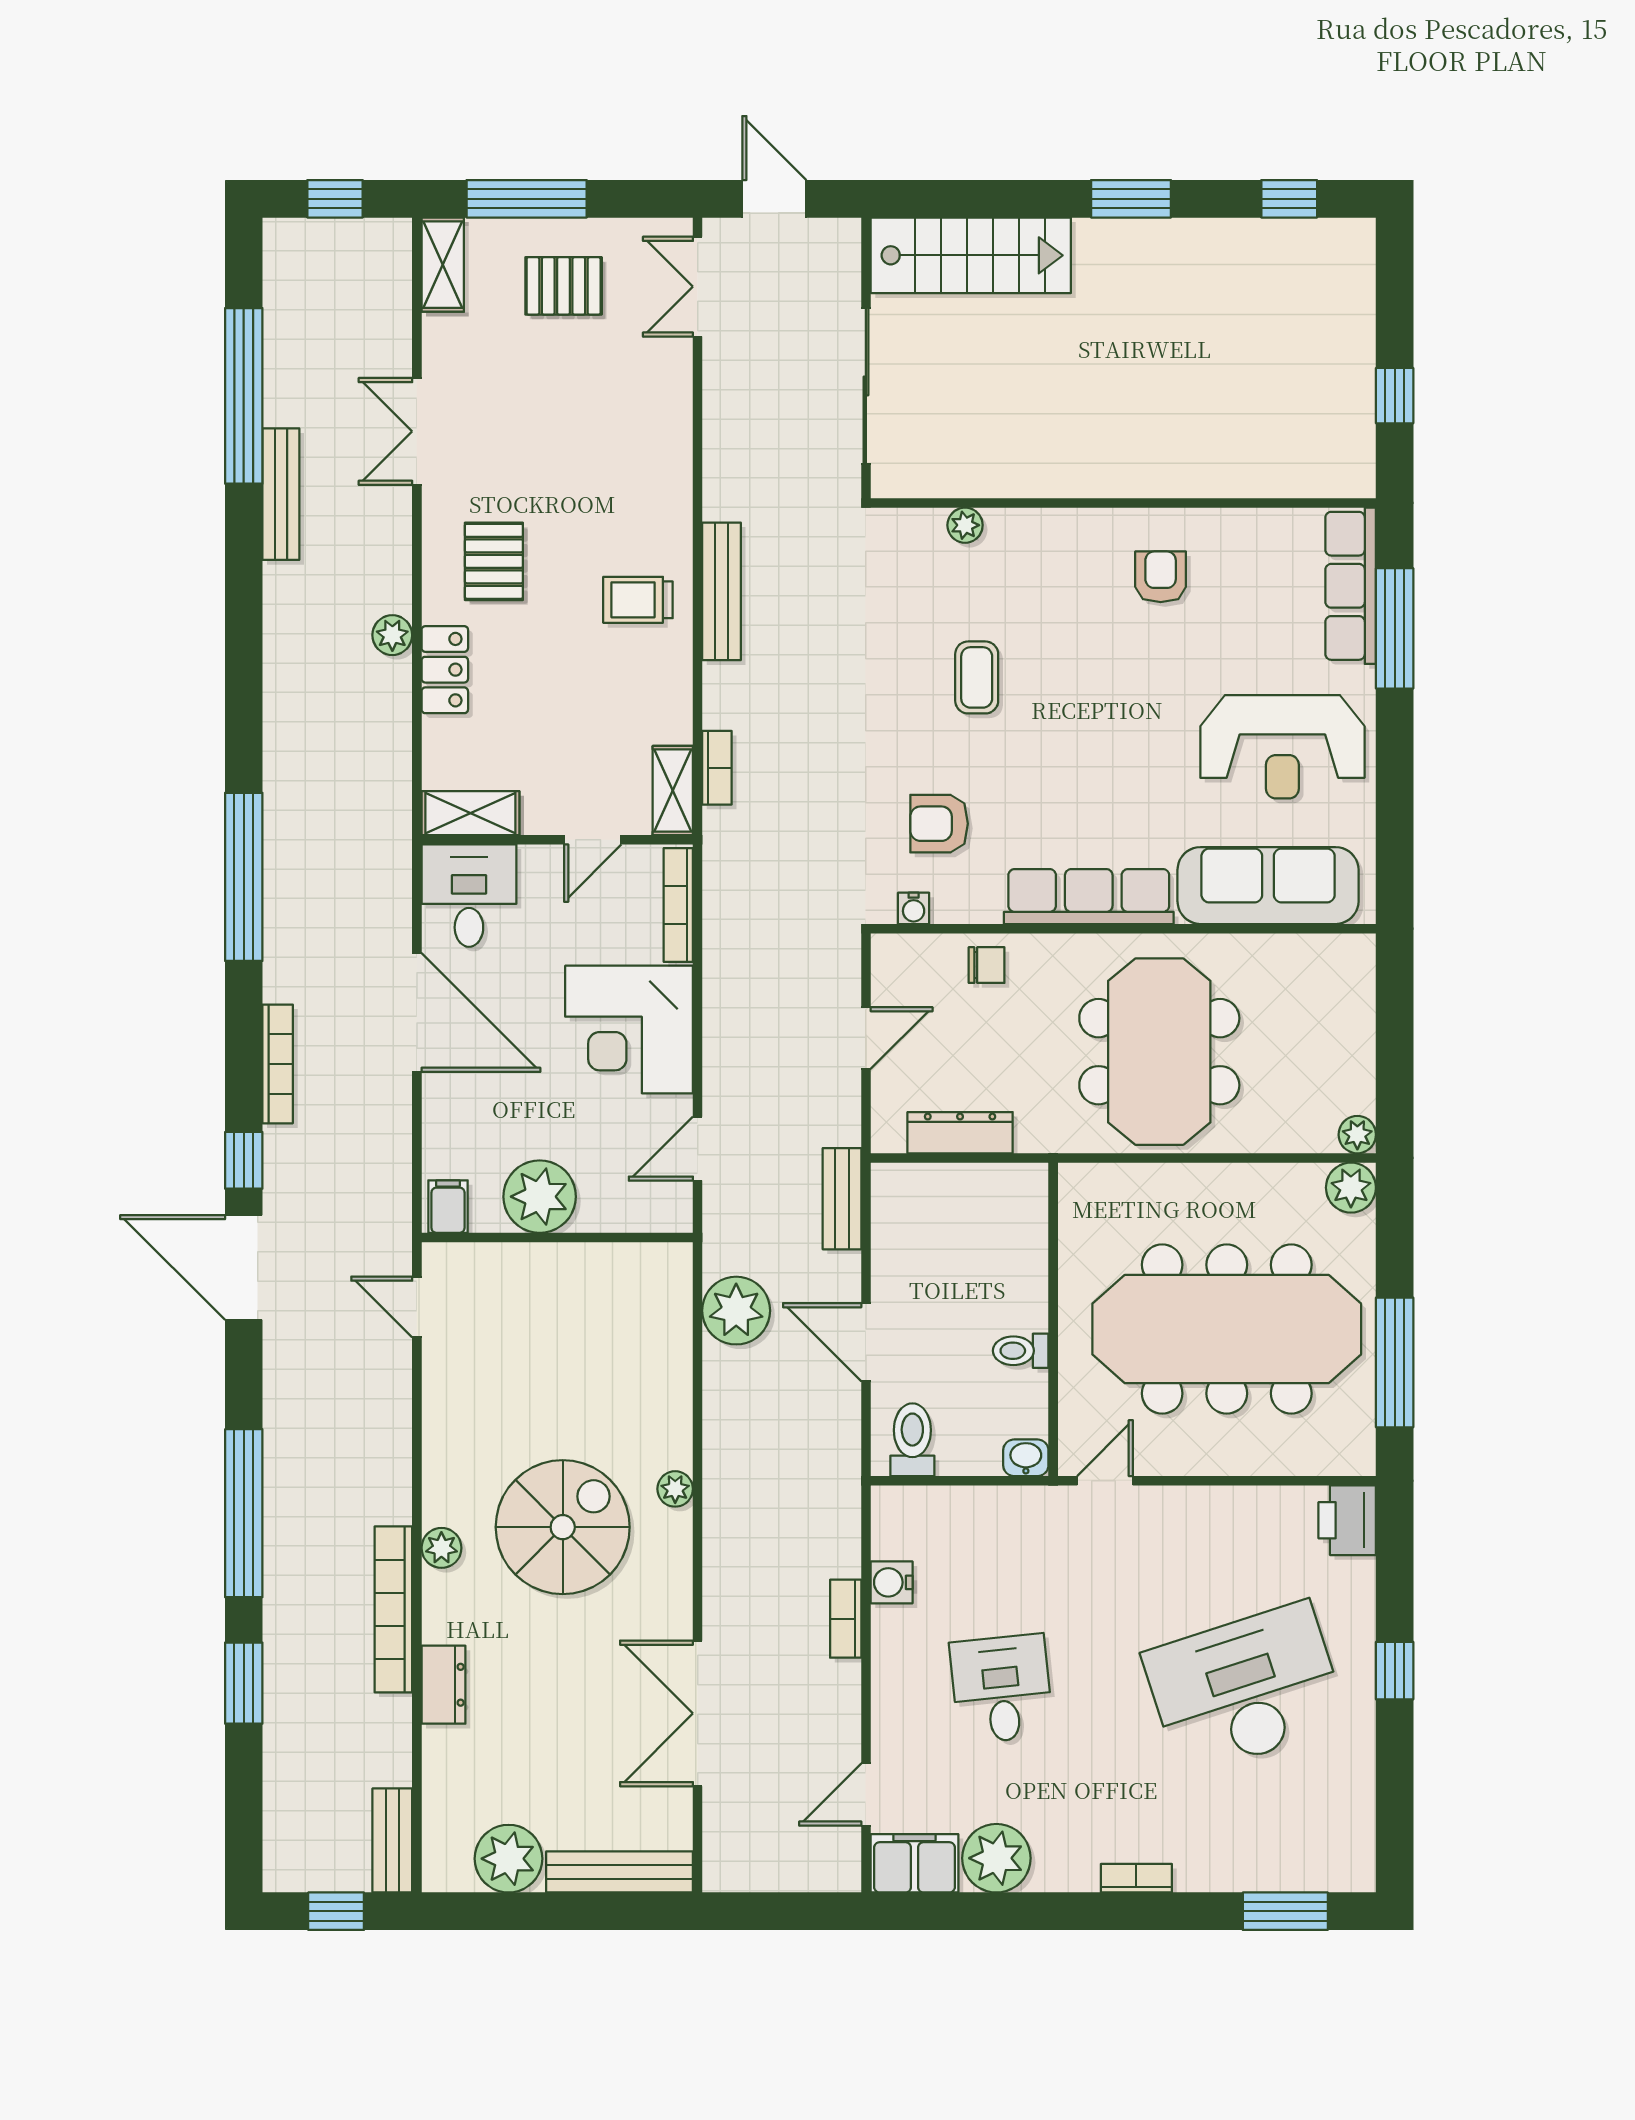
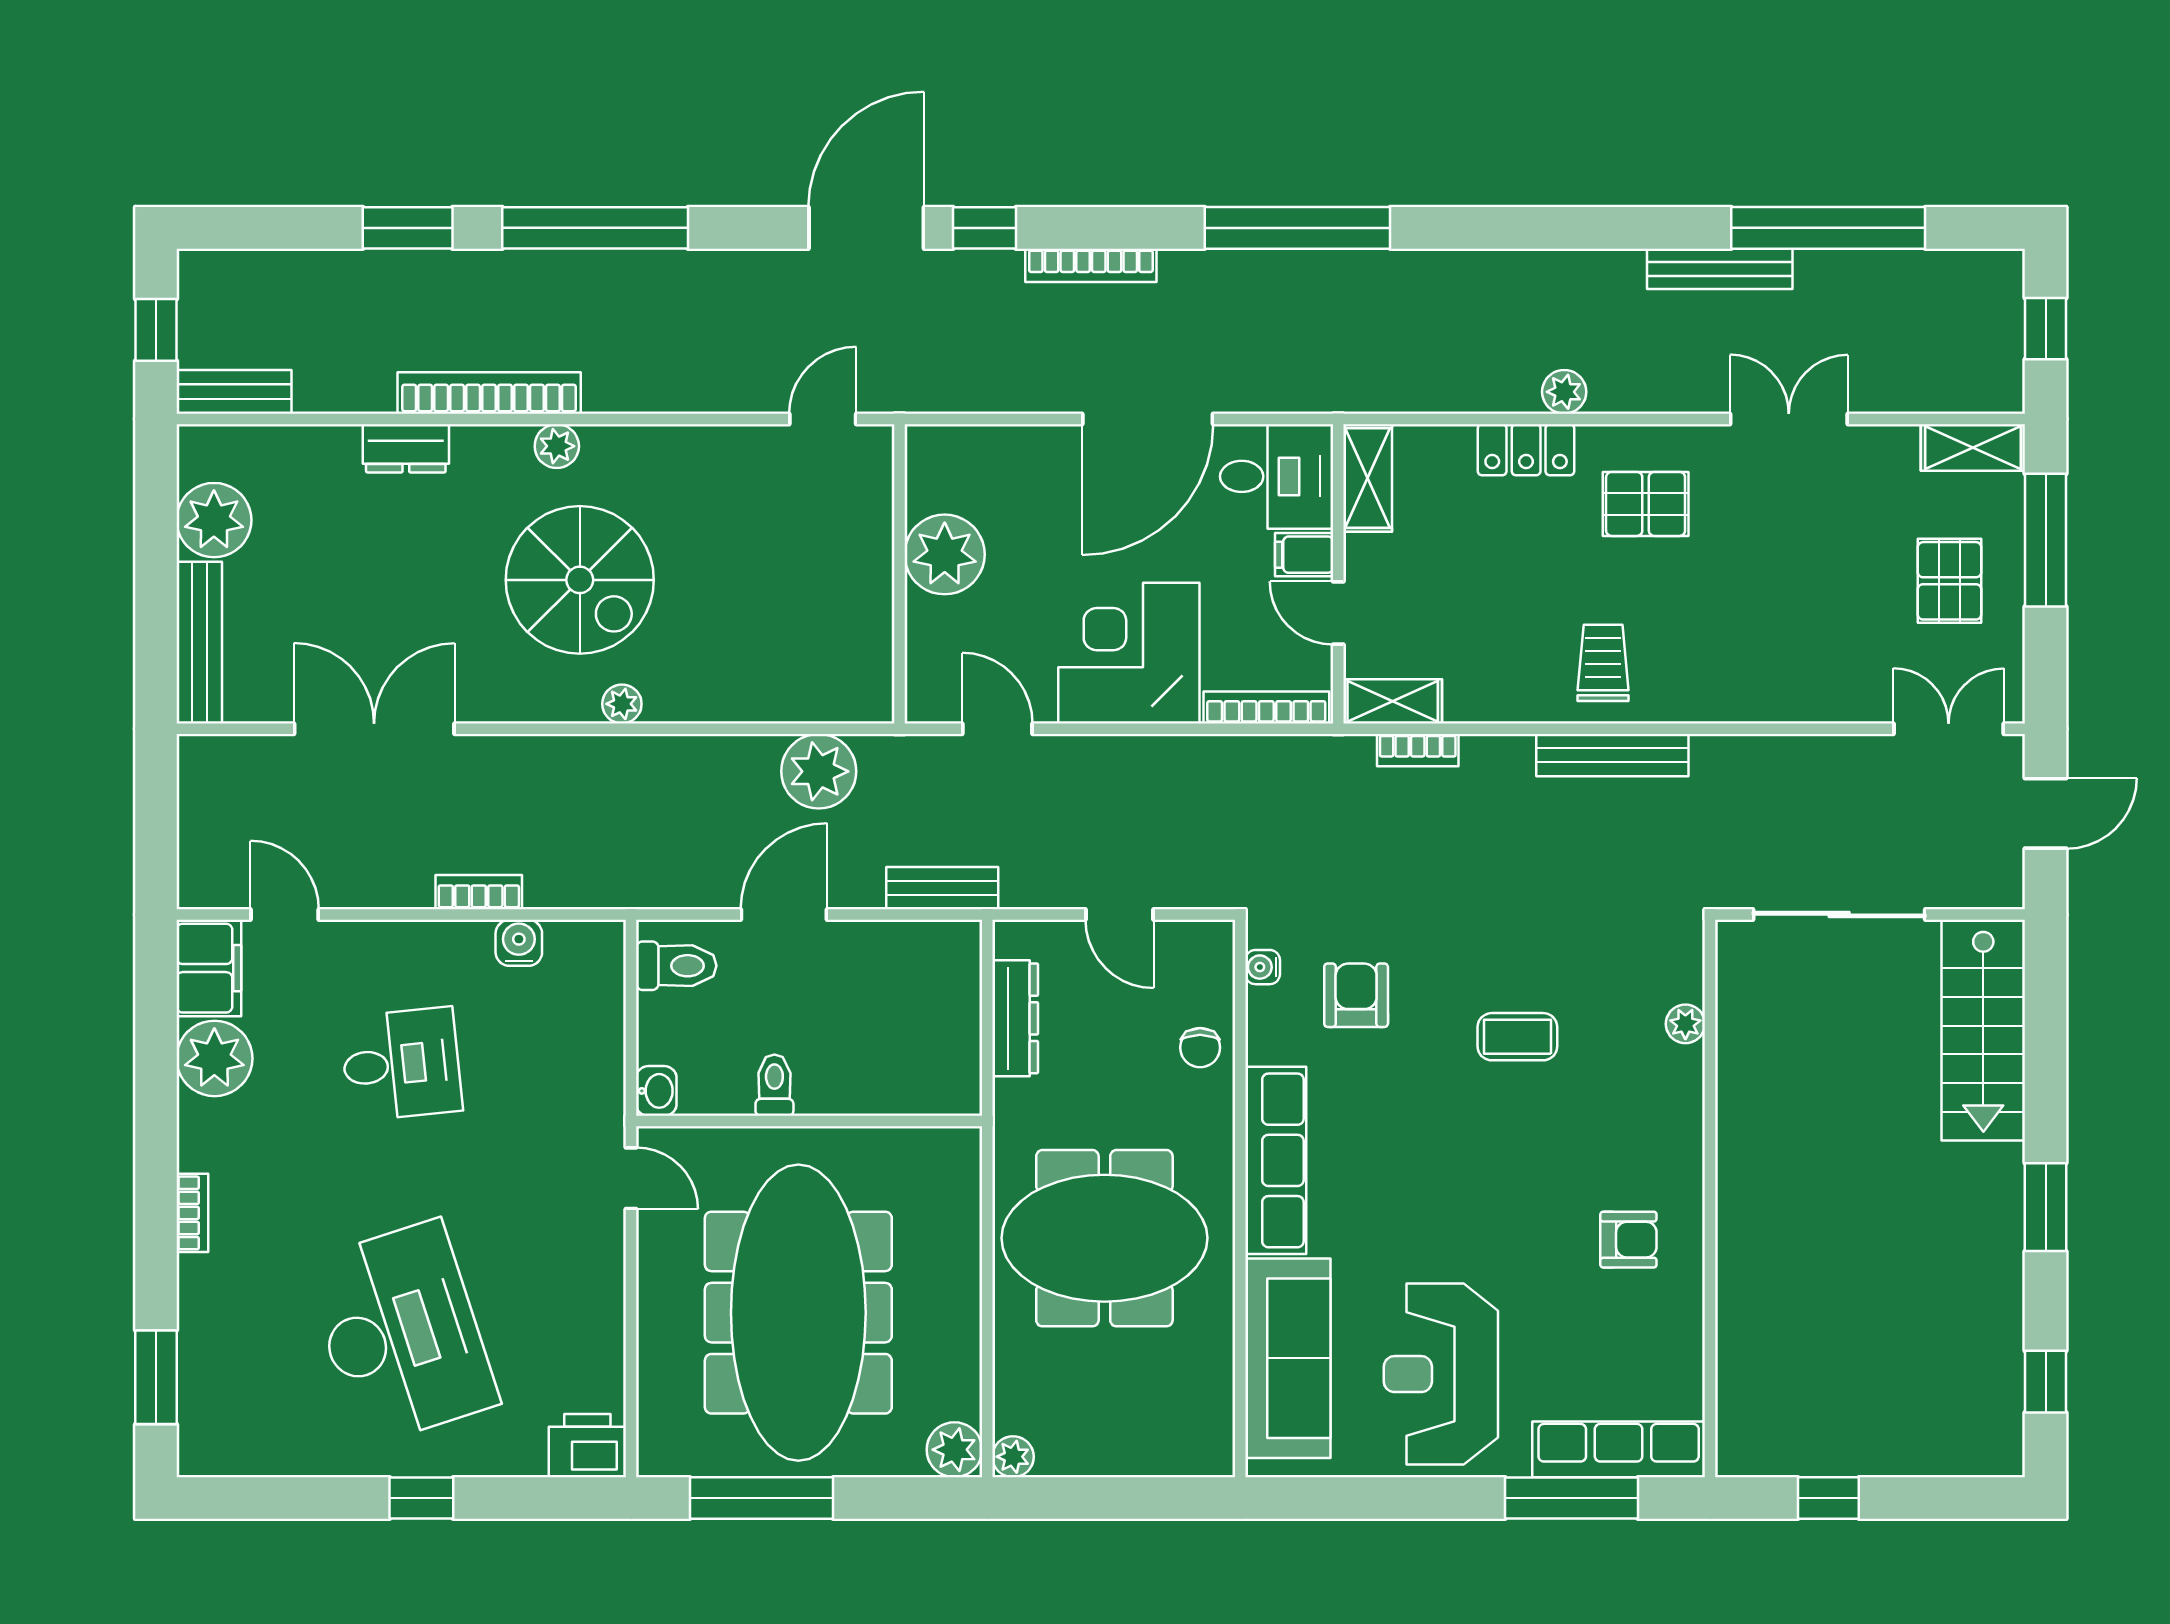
filing cabinet: (448, 1207) -> (1304, 555), moved, turned 180

